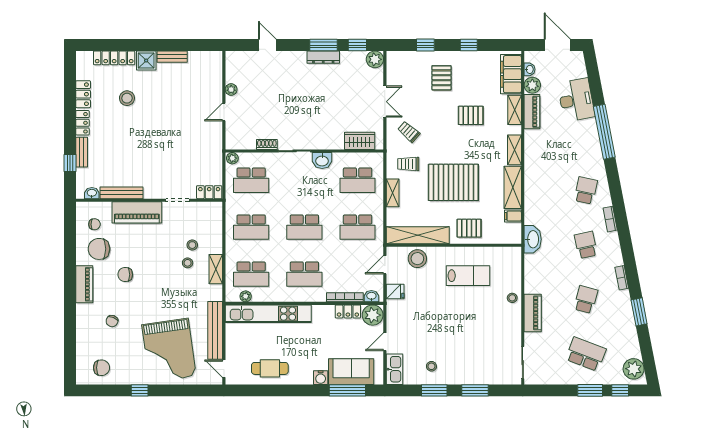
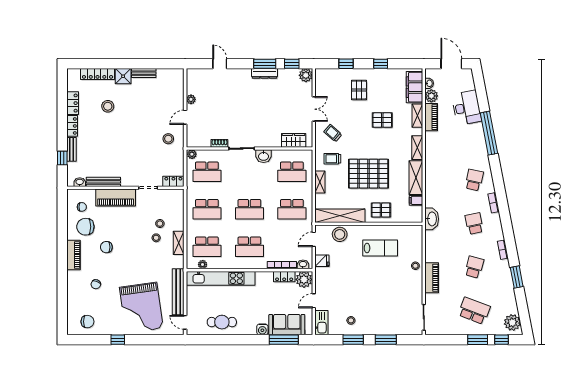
stool: (203, 139) -> (168, 139), added

